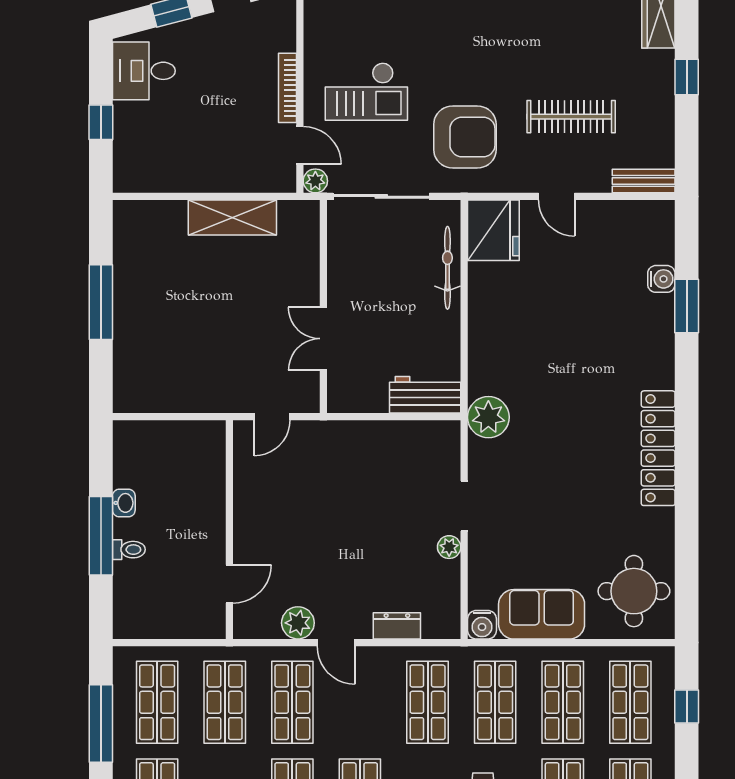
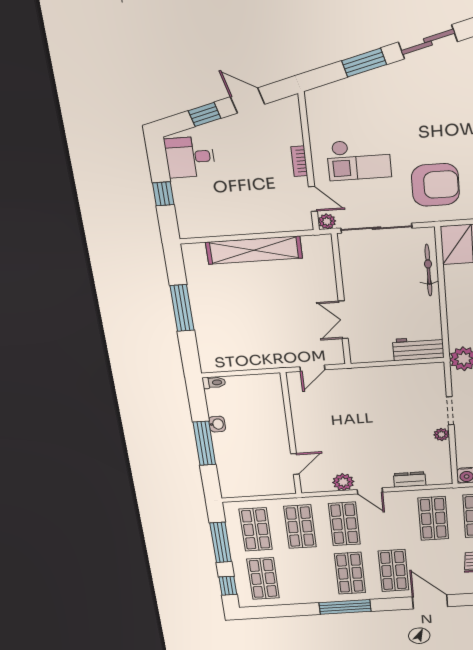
bookcase: (287, 88) -> (299, 161), width x0.64
shelving: (232, 218) -> (254, 250), width x1.47
toilet: (129, 550) -> (214, 383), moved

